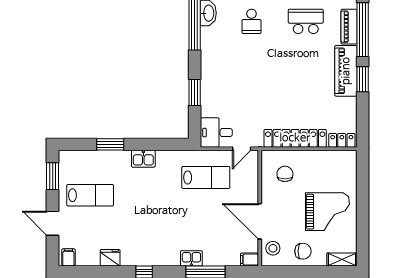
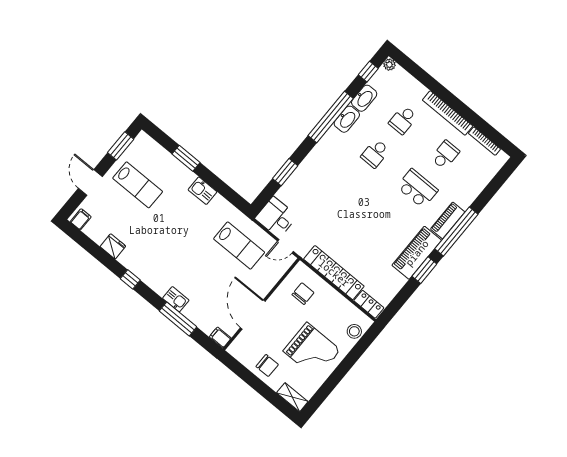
stool: (273, 248) -> (354, 331), moved

